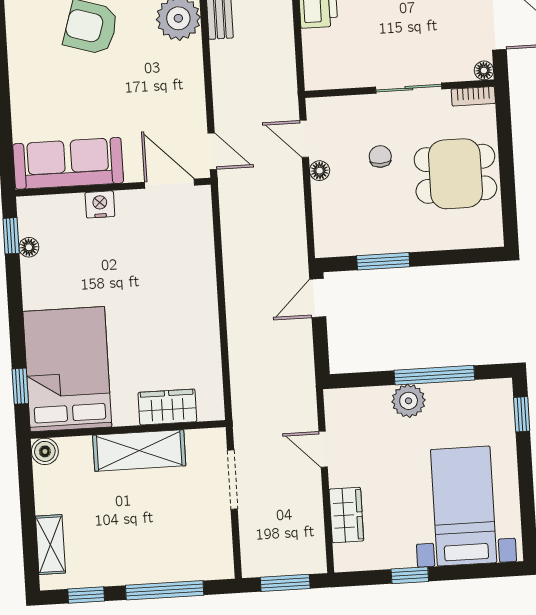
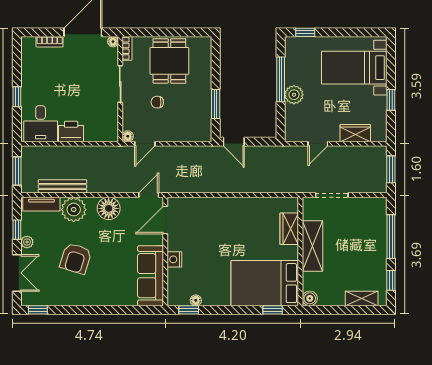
floor lamp: (184, 81) -> (109, 208), added
floor lamp: (320, 171) -> (128, 136), moved

